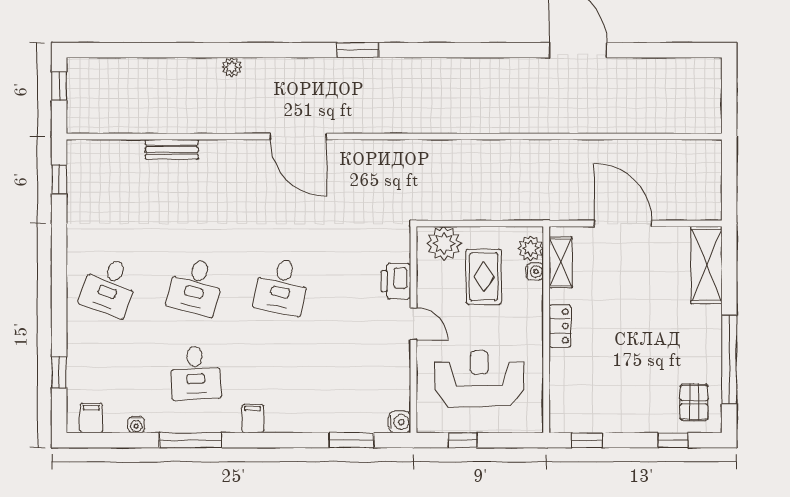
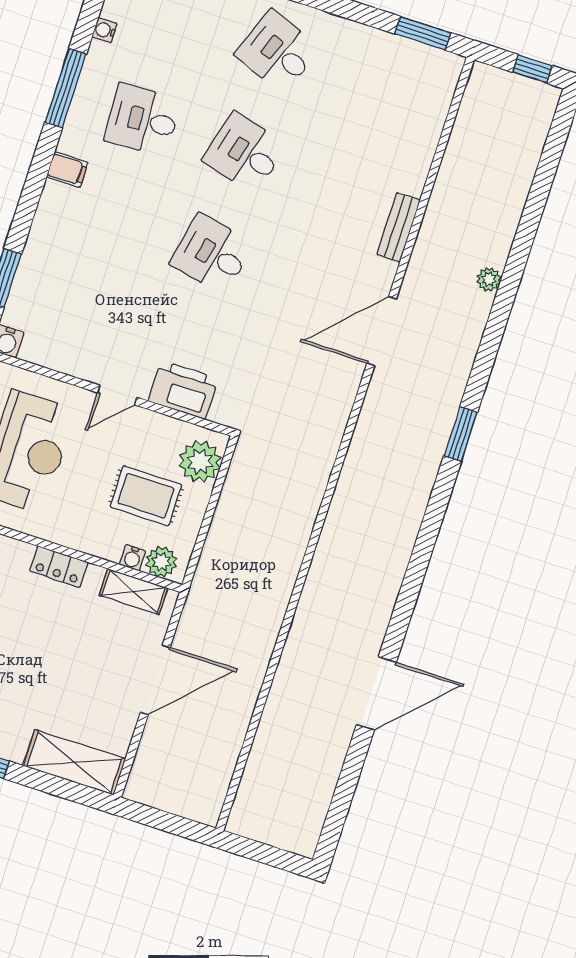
bench: (172, 150) -> (398, 227), moved
window: (59, 179) -> (423, 33), width x1.50
printer: (396, 281) -> (183, 390), width x1.37, depth x1.19

